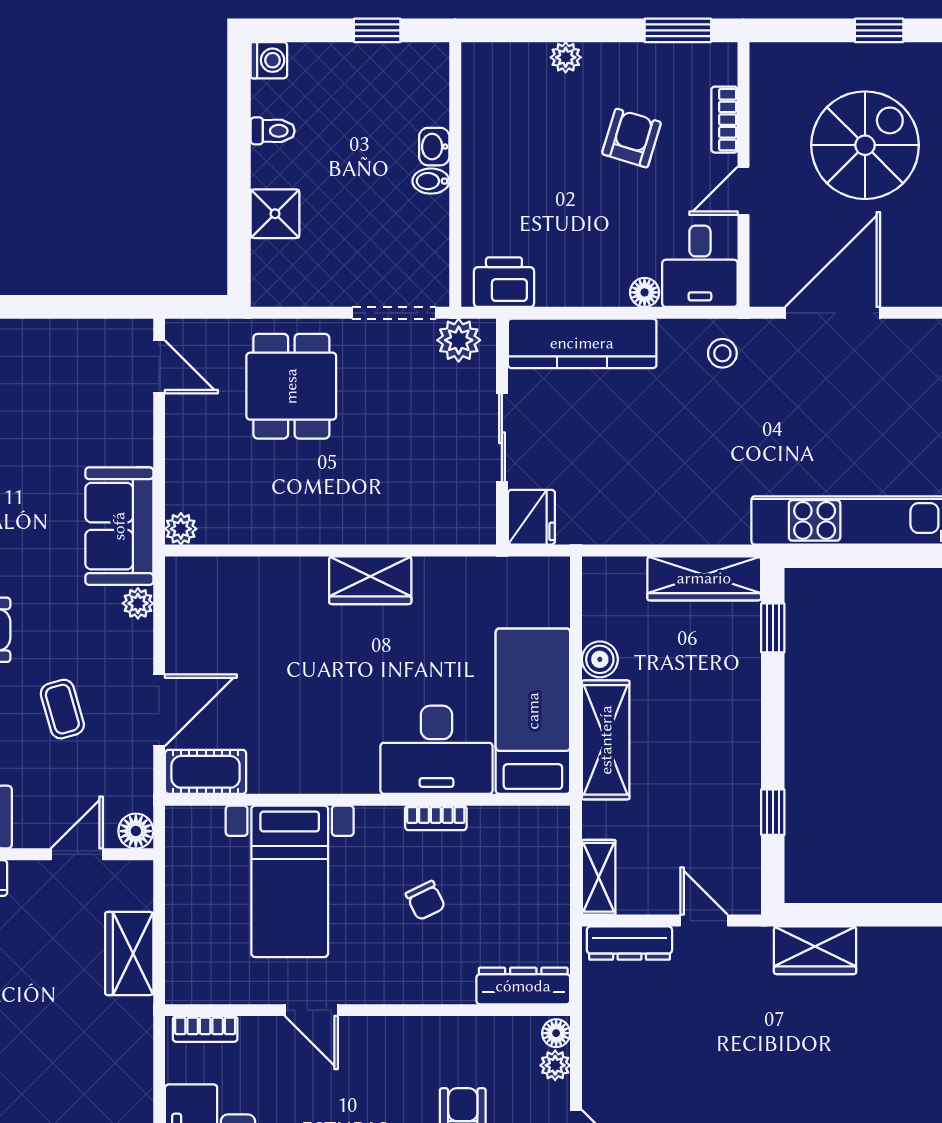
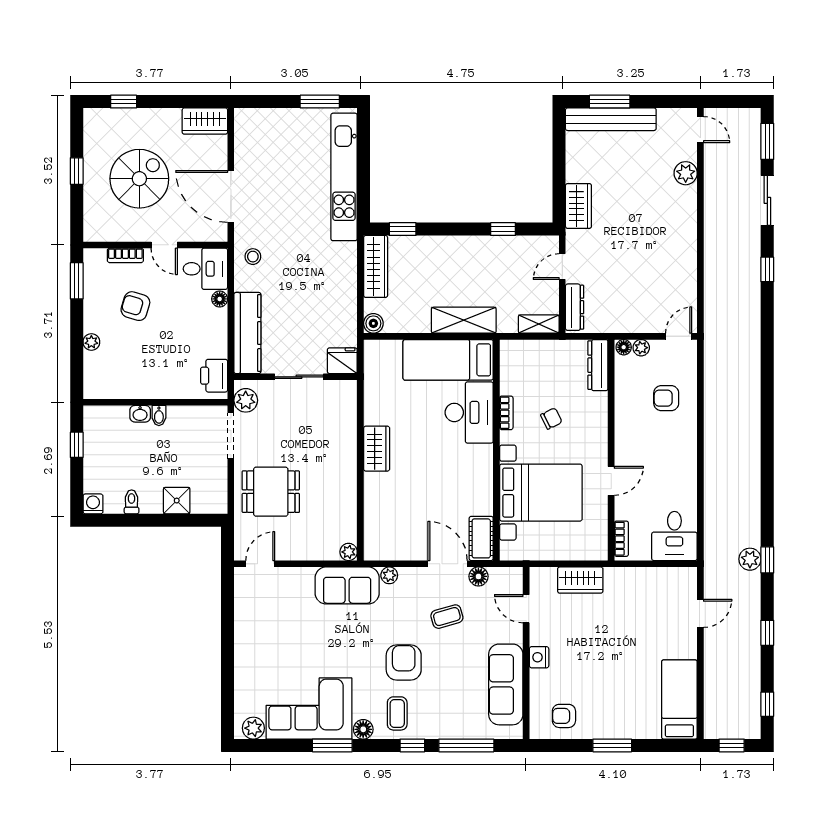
spiral stairs: (865, 145) -> (139, 179), turned 90
boiler: (600, 659) -> (373, 323), moved
floor lamp: (136, 831) -> (478, 576), moved
bed with nightstands: (290, 881) -> (541, 493), width x1.36

